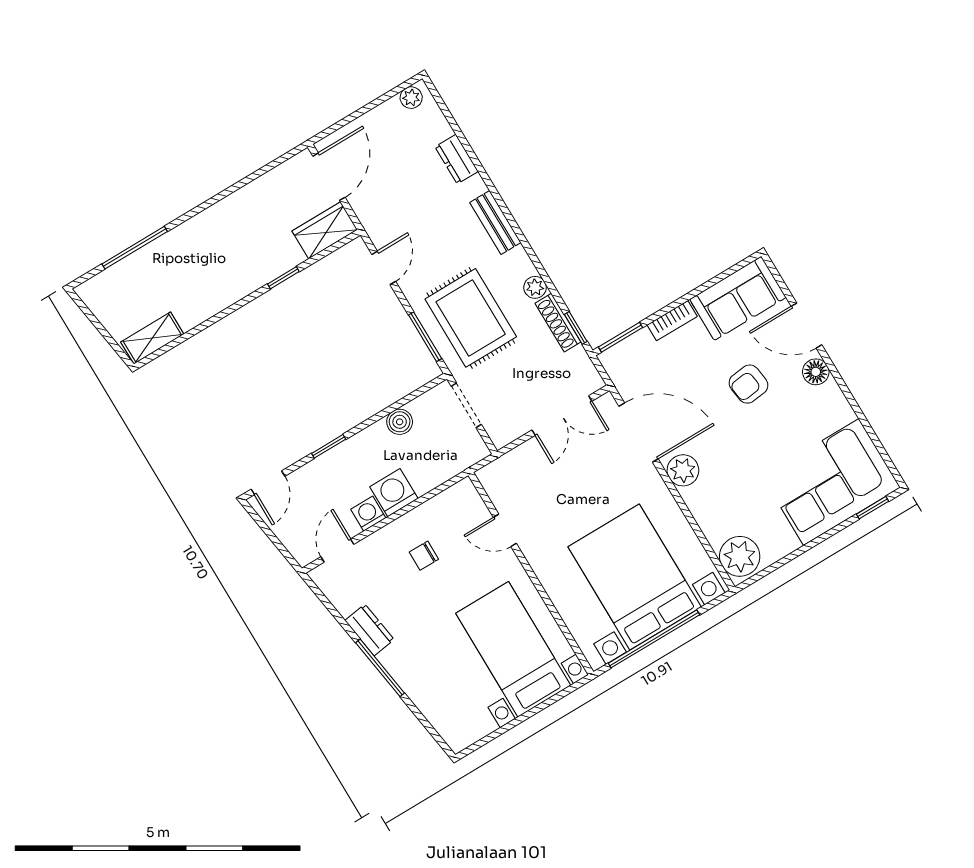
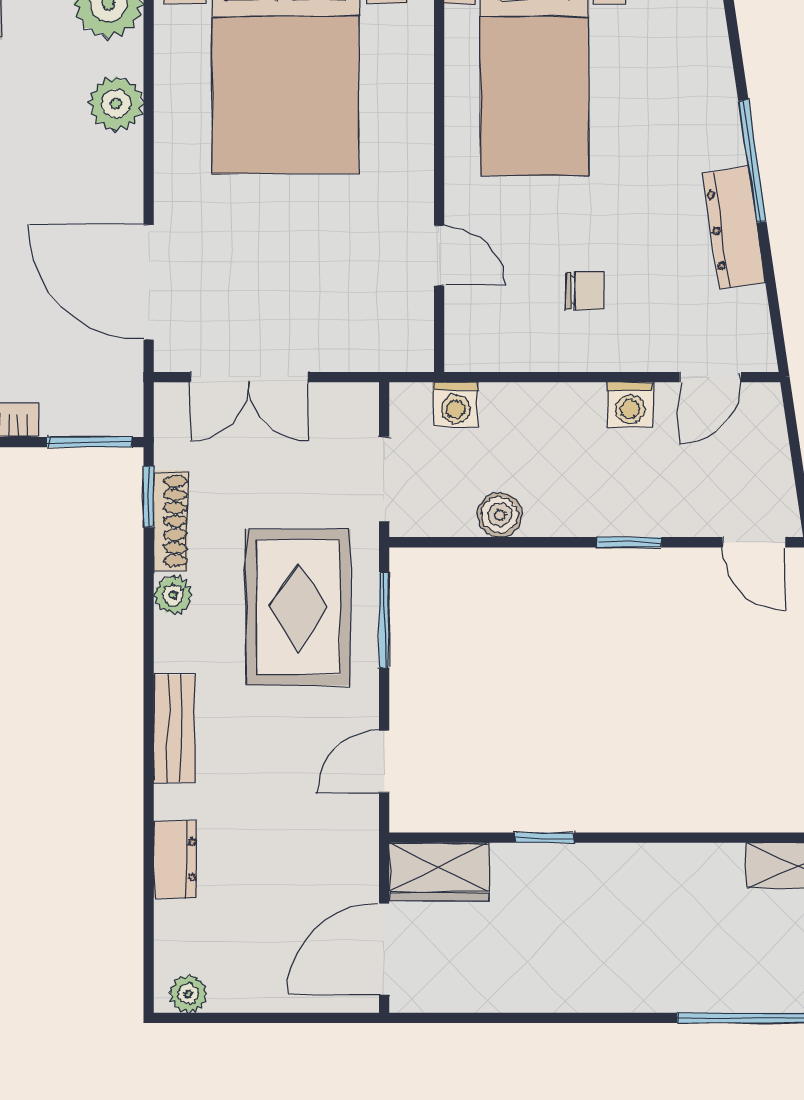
double door: (562, 416) -> (249, 377), swing flipped
plant: (683, 470) -> (116, 104), moved
door: (268, 483) -> (754, 542), swing flipped
washing machine: (394, 493) -> (456, 405), moved, width x0.73, depth x0.73
dresser: (369, 630) -> (734, 228), width x1.44

